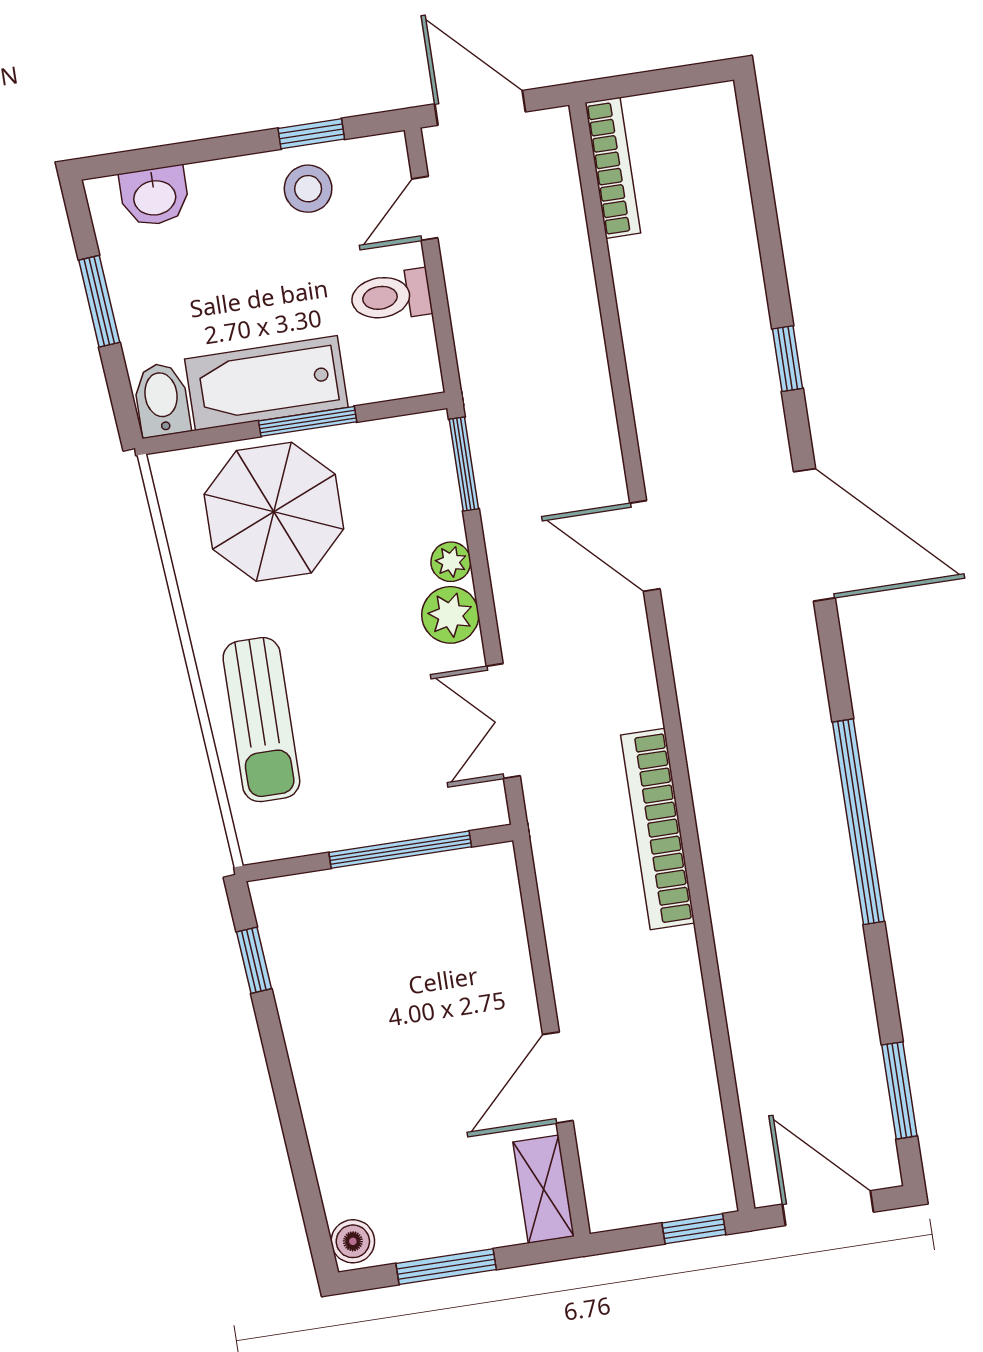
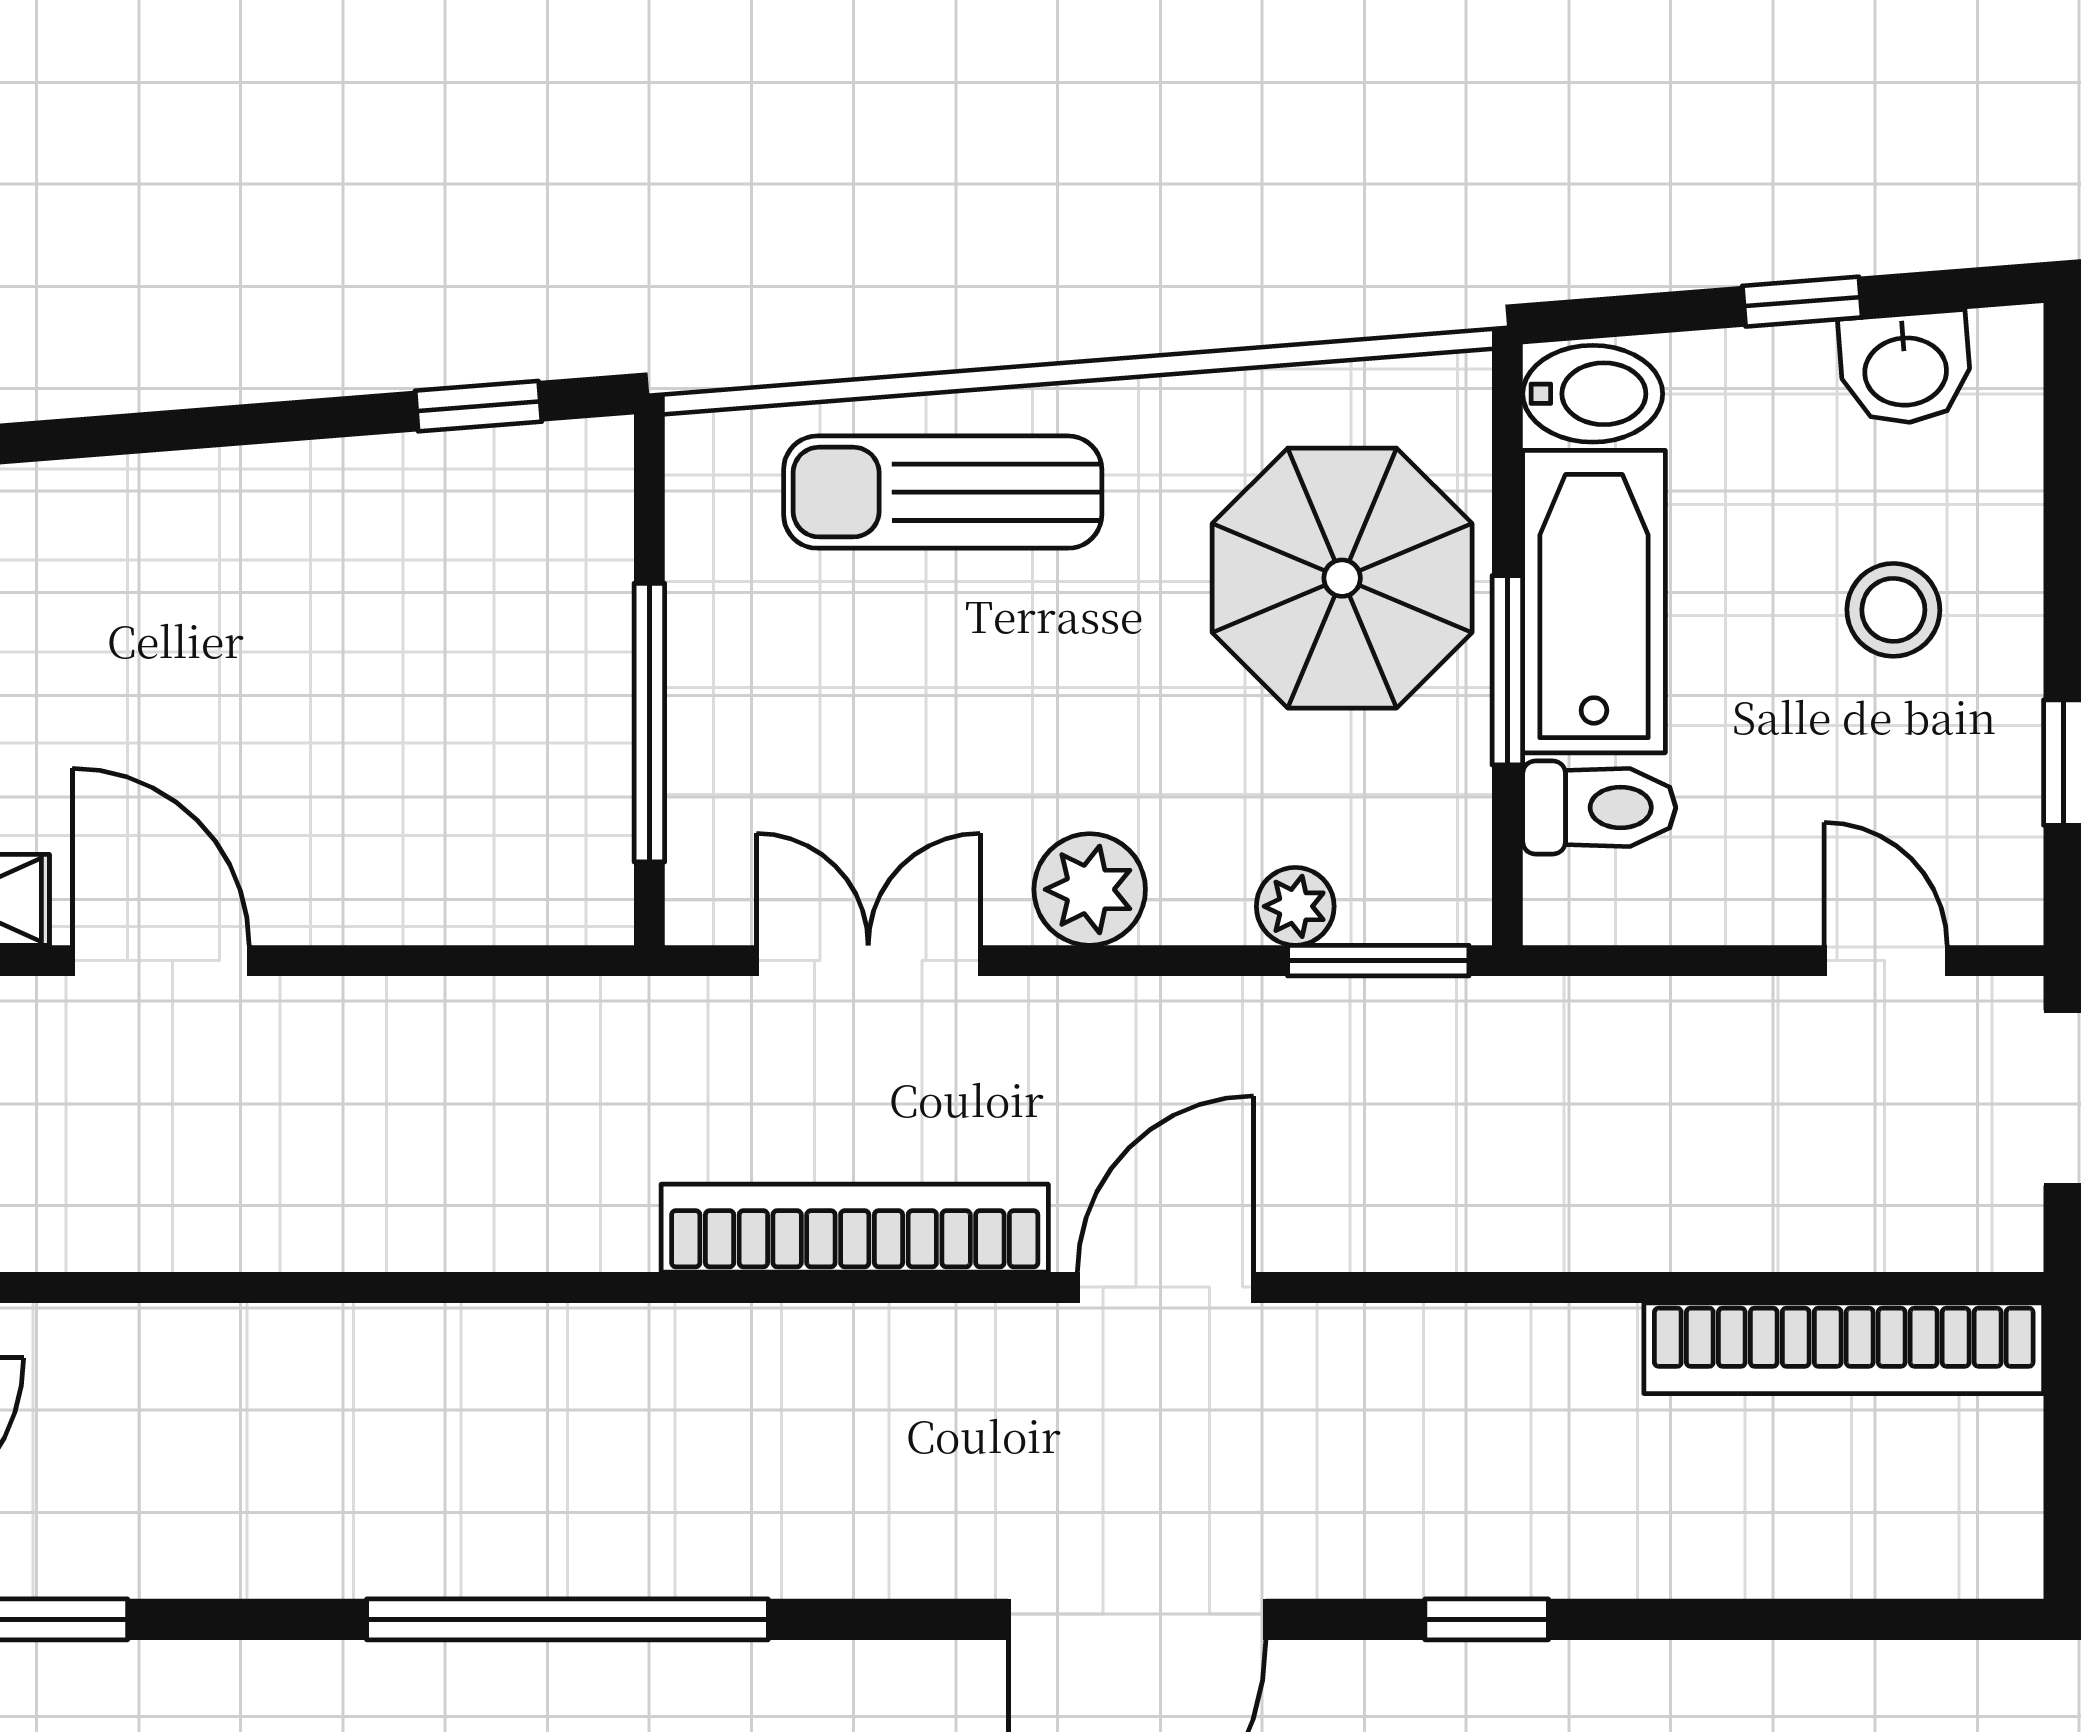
bookcase: (613, 168) -> (1844, 1348), width x1.48, depth x1.31
stool: (308, 189) -> (1893, 610), moved
washbasin: (155, 196) -> (1905, 368), moved, turned -95
toilet: (391, 296) -> (1599, 808), moved, turned 90
window: (99, 301) -> (1802, 302), width x0.67
plant: (451, 562) -> (1295, 906), moved
bookcase: (658, 829) -> (855, 1228), moved

